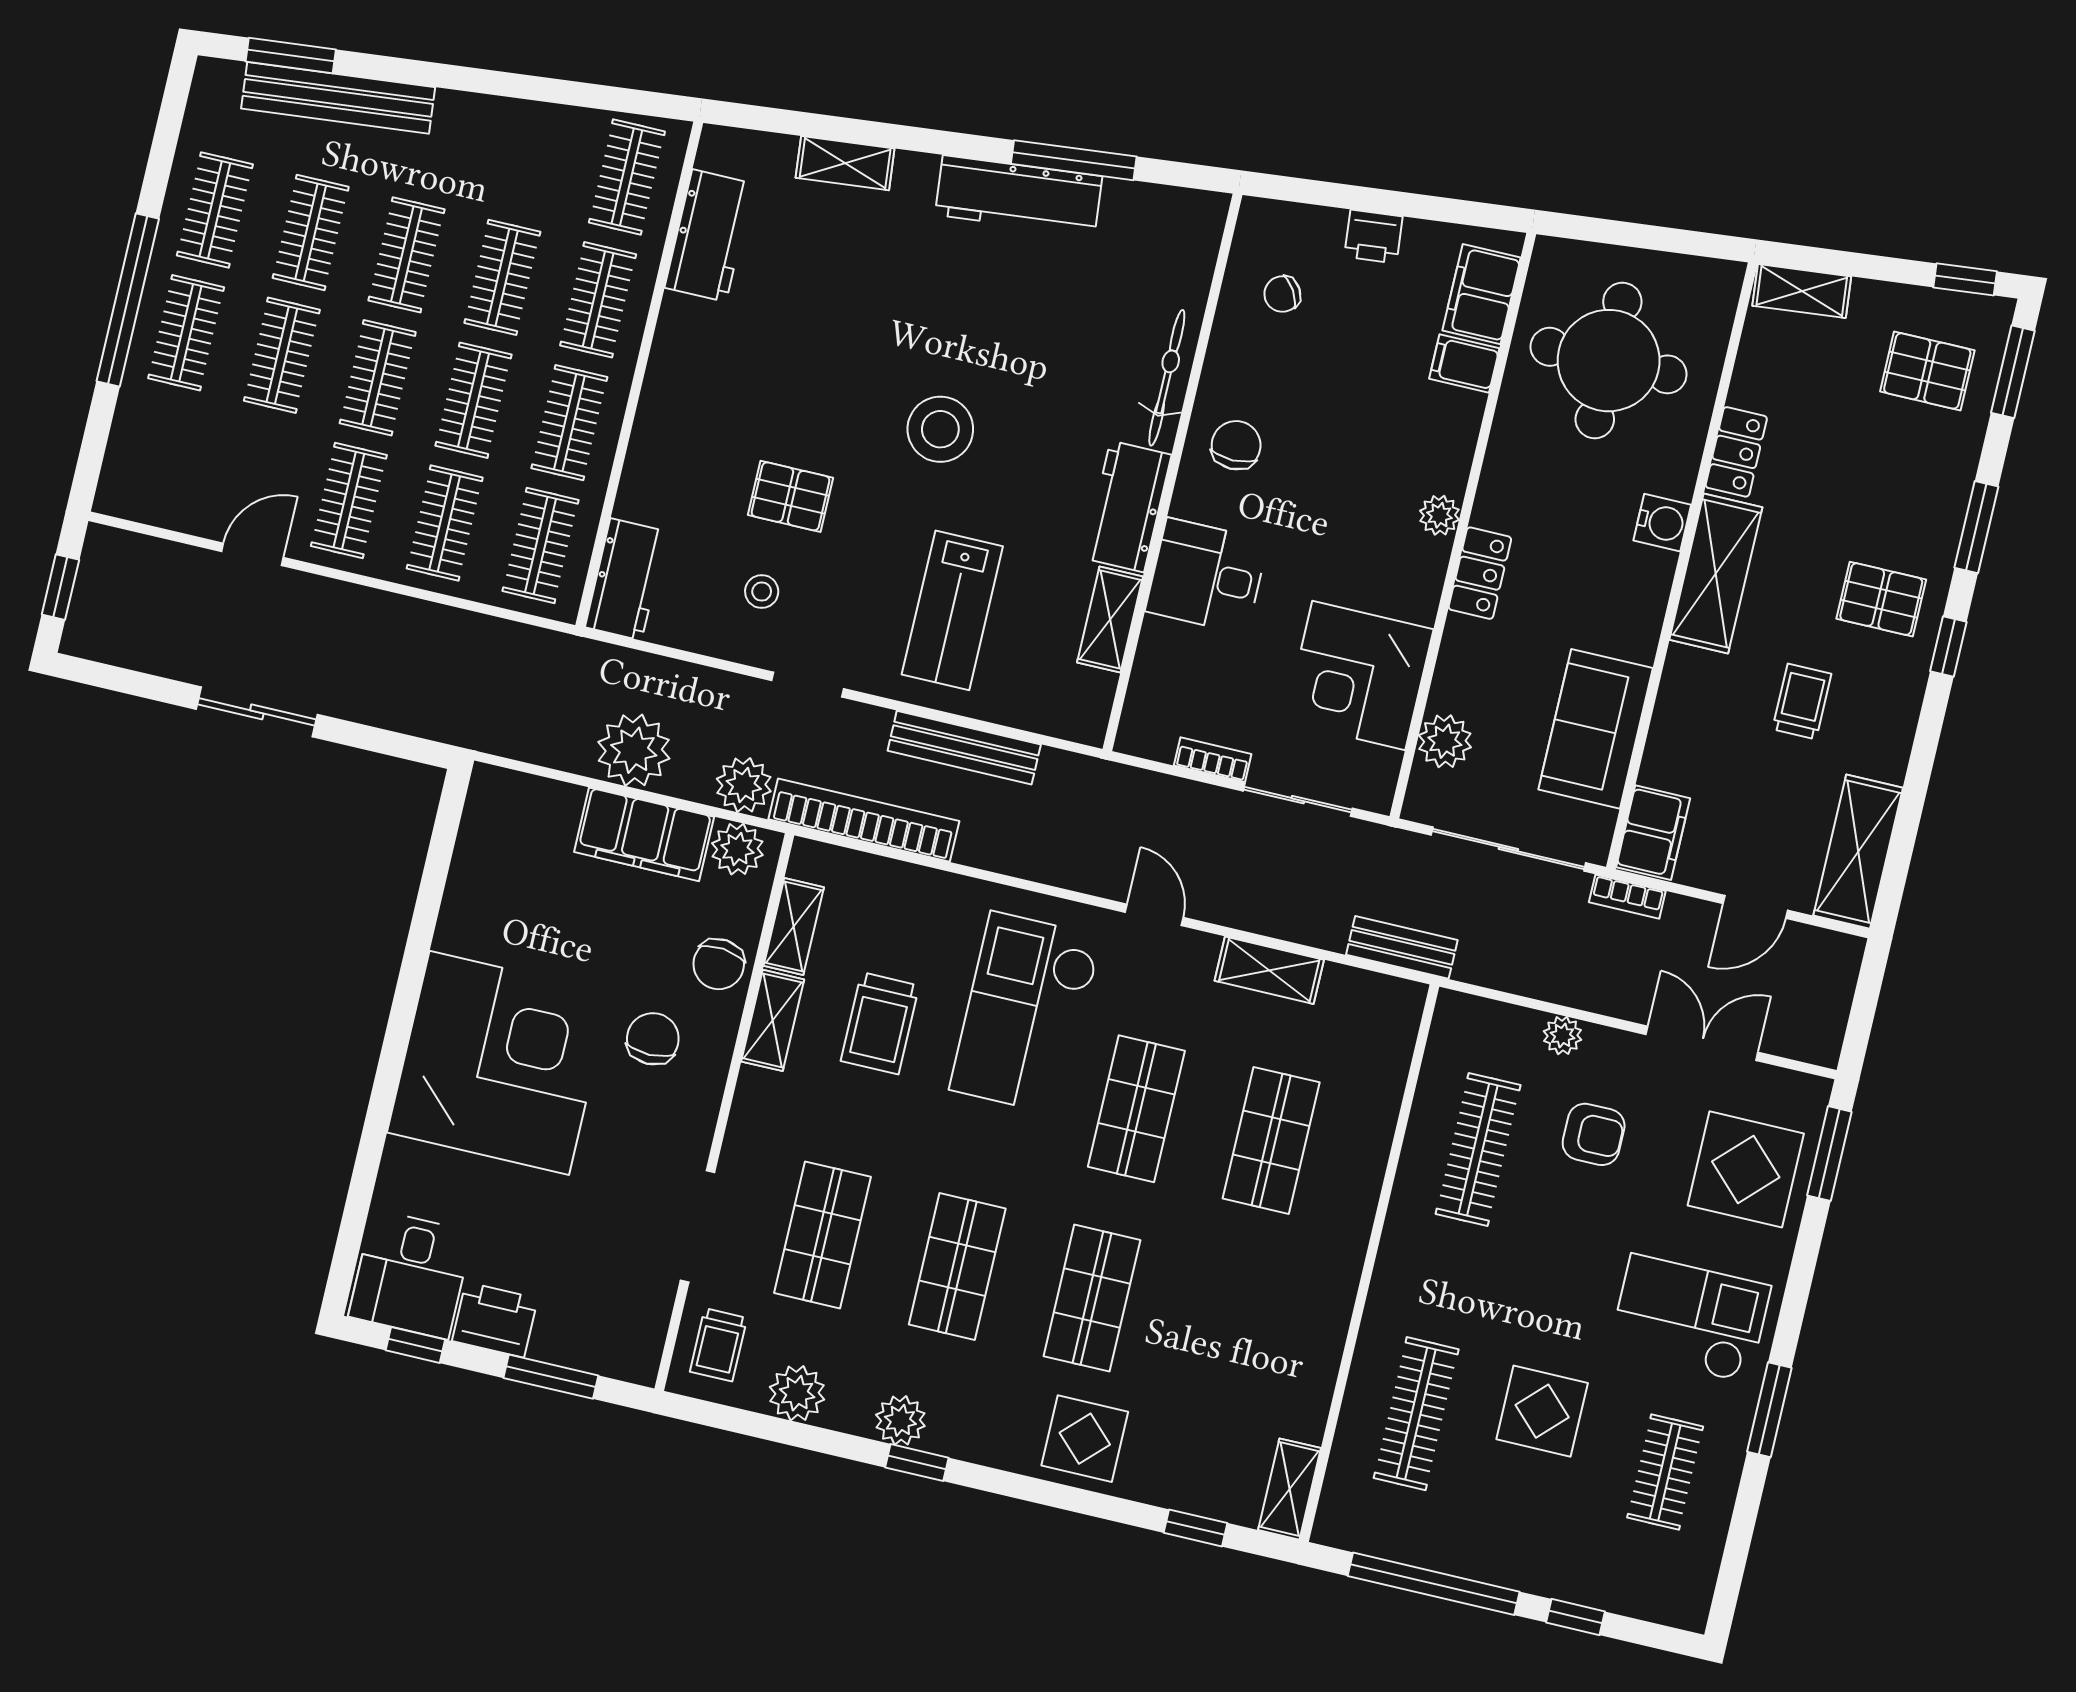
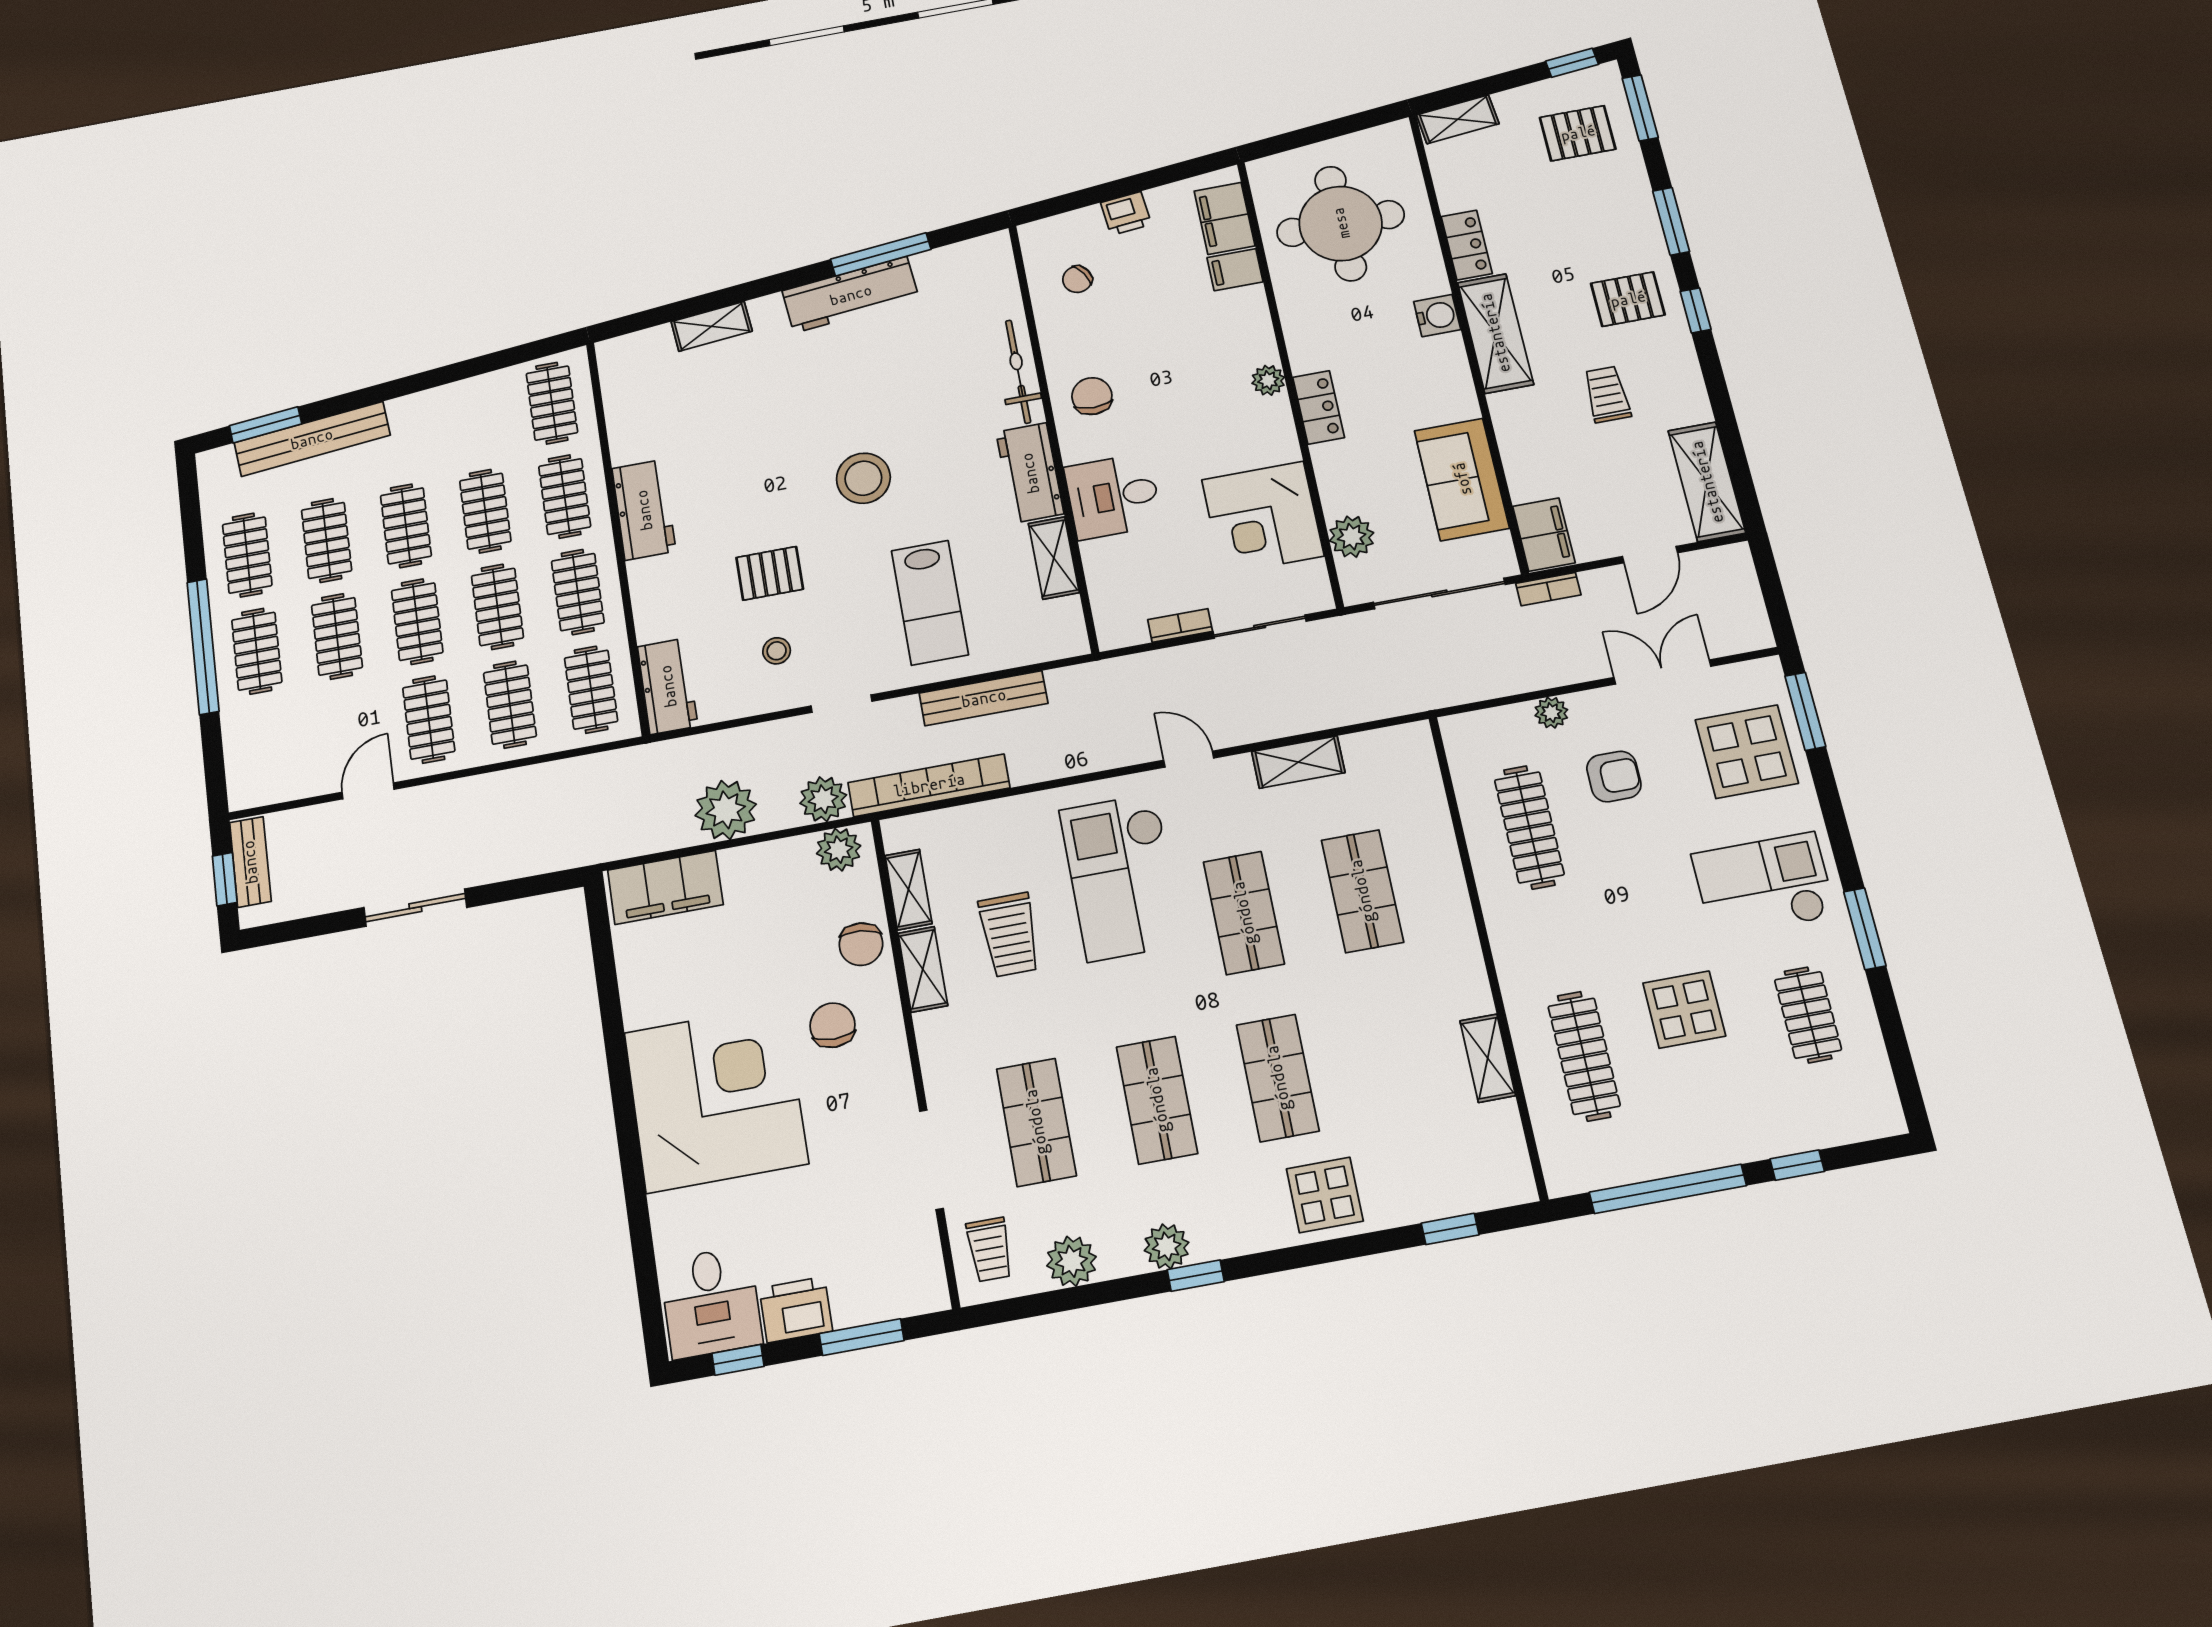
workbench: (709, 236) -> (644, 510), moved
filing cabinet: (644, 834) -> (665, 887), moved
bench: (1402, 947) -> (250, 862), moved, turned 90
shelving: (1289, 1489) -> (1488, 1058), moved

